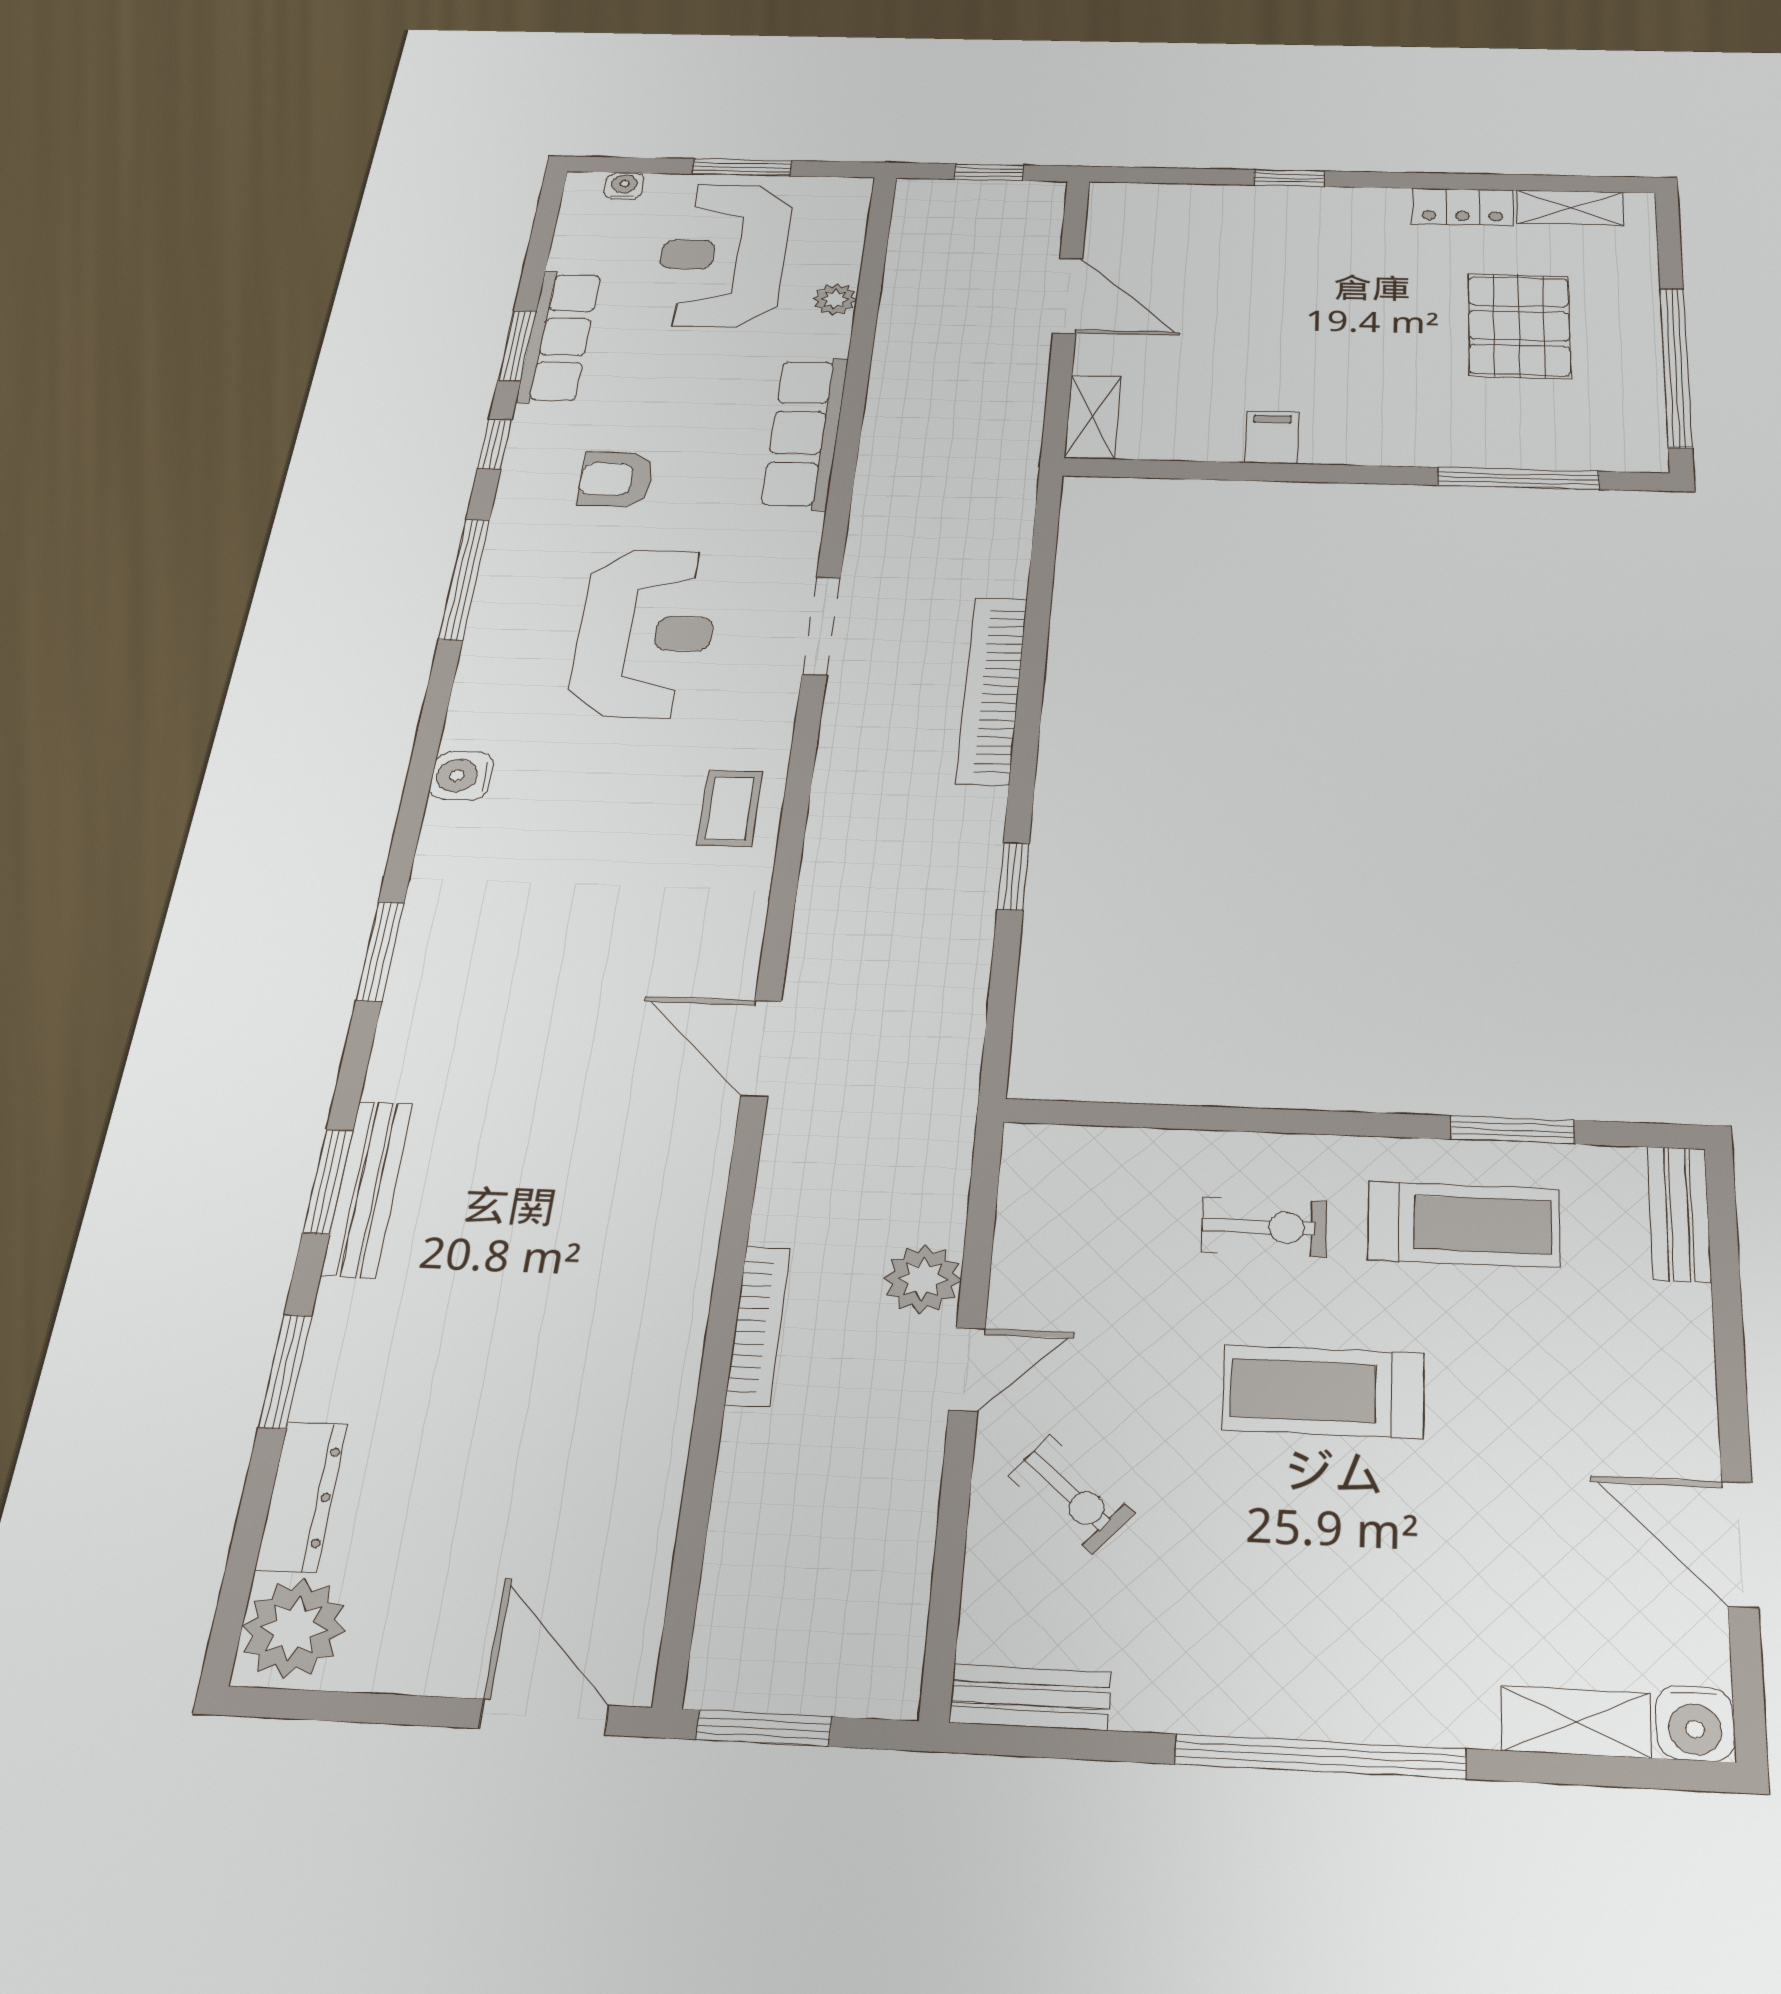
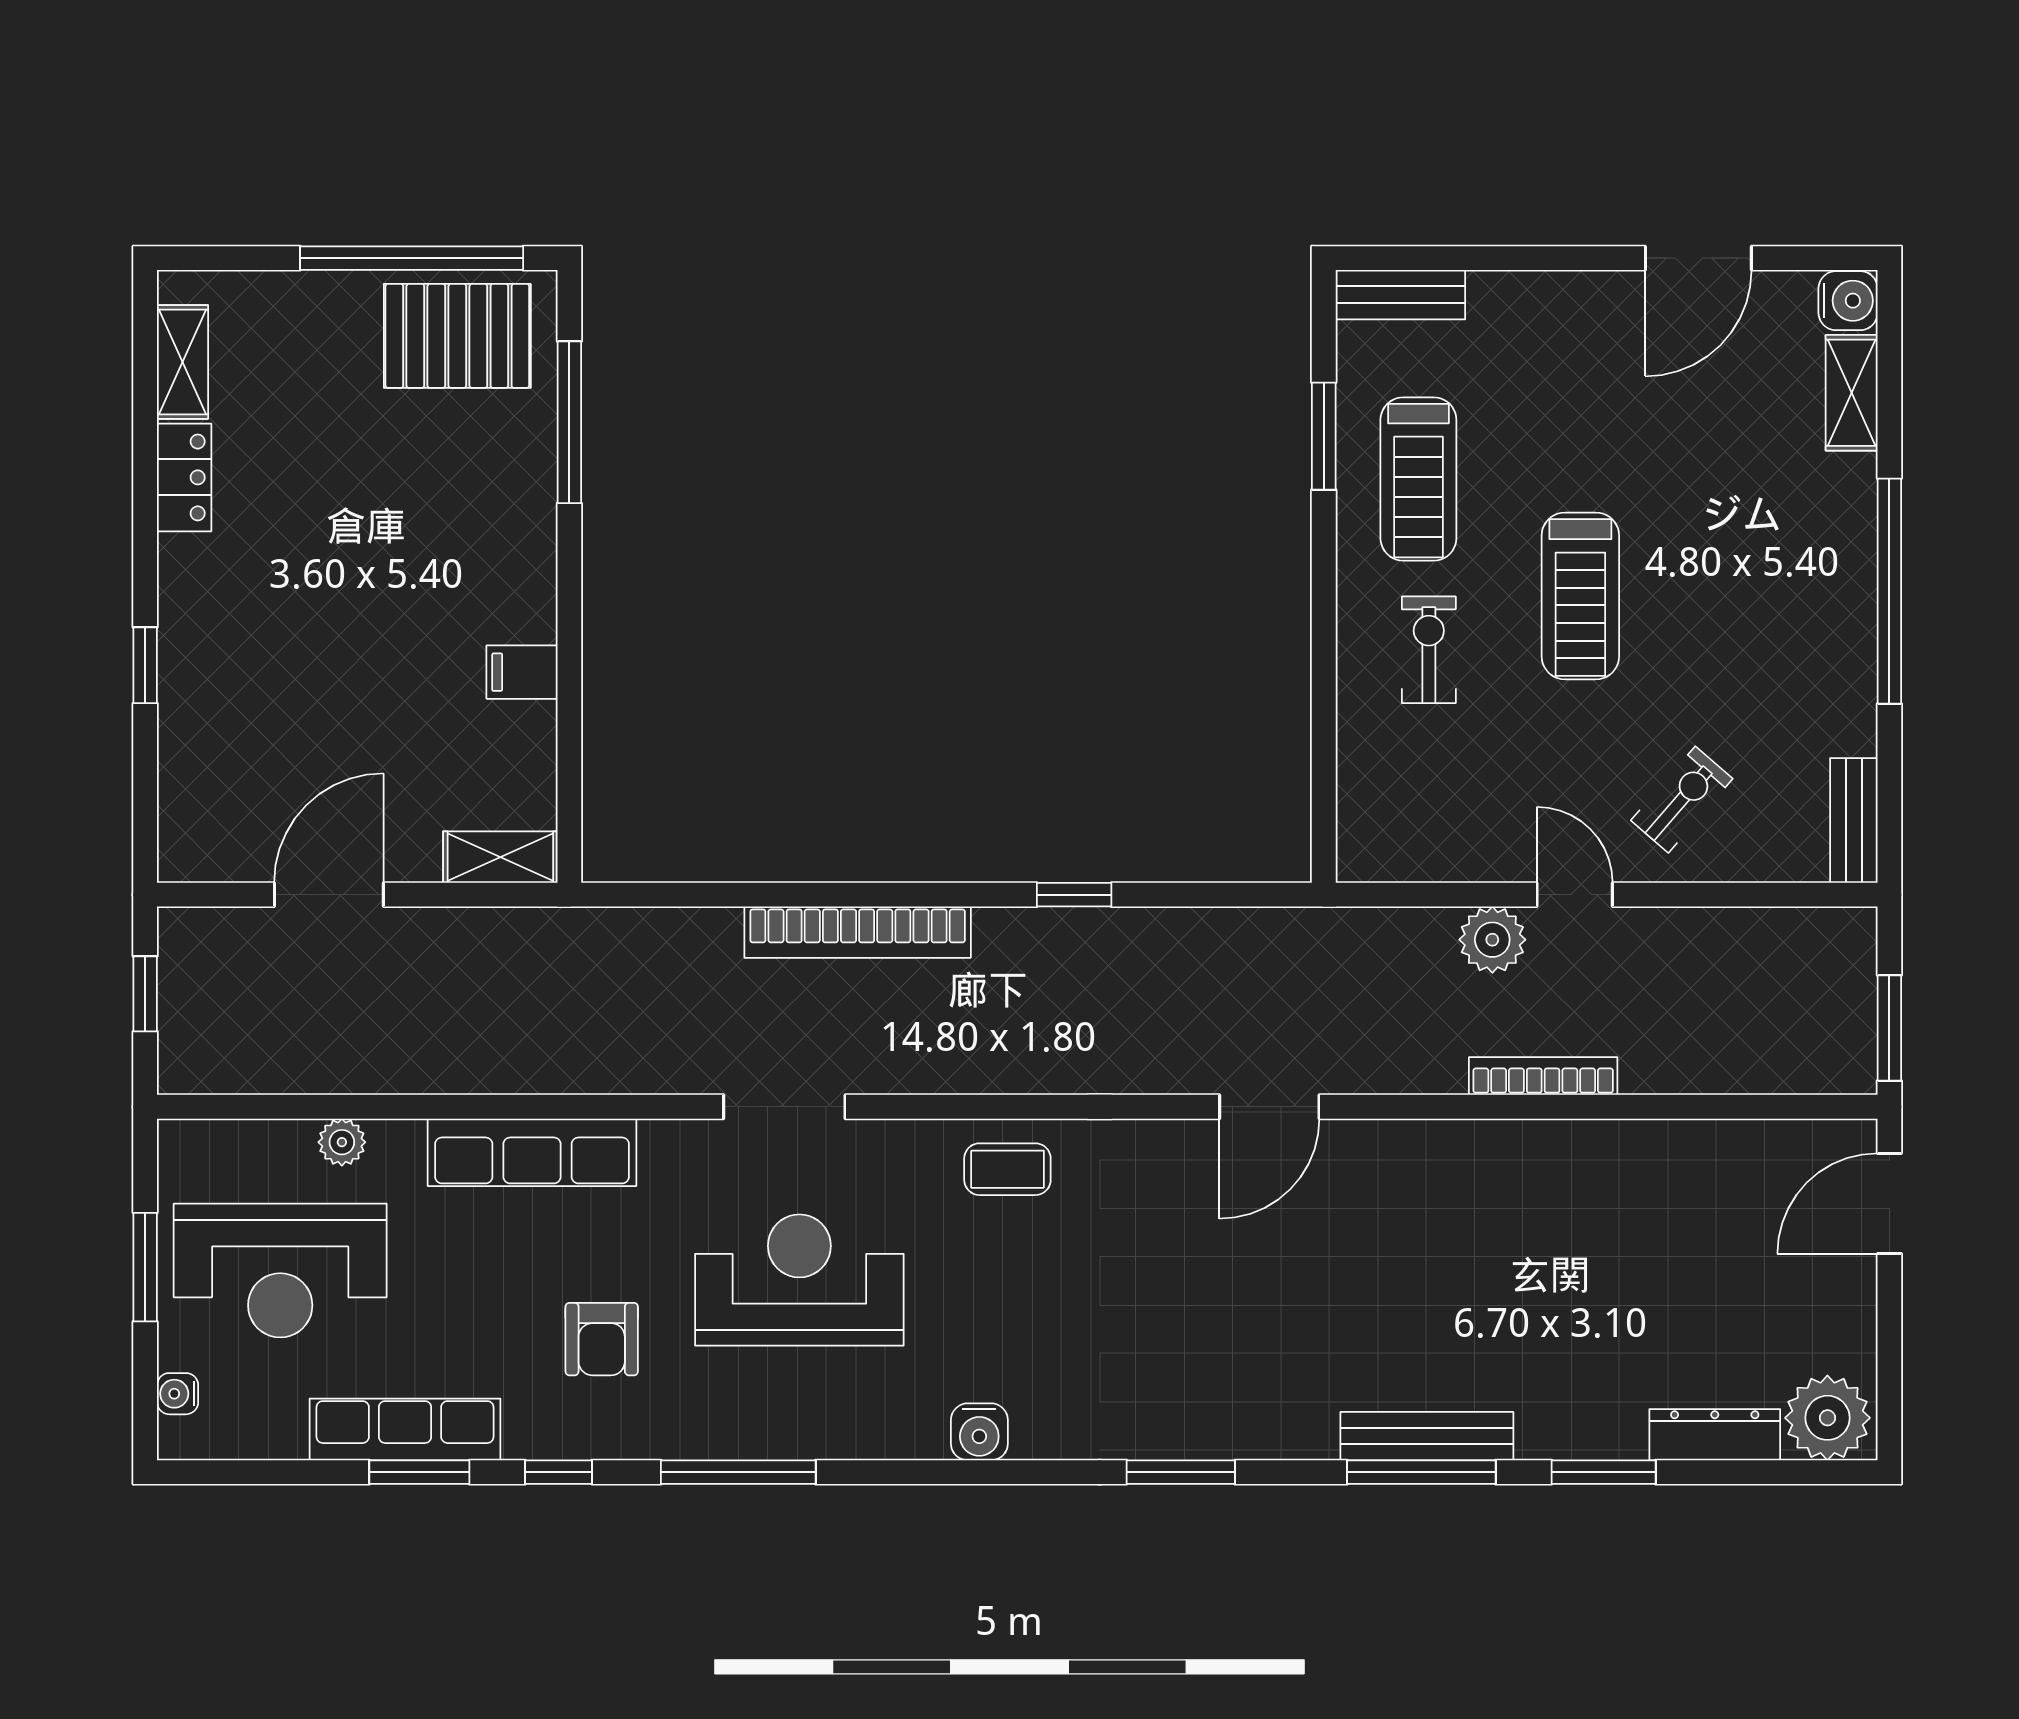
pallet: (1519, 326) -> (457, 336), moved
window: (328, 1181) -> (1421, 1472), width x1.44
treadmill: (1464, 1224) -> (1418, 479), turned 180

